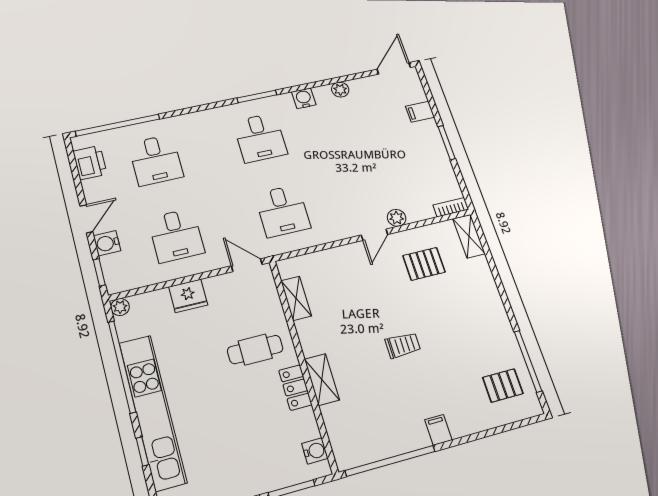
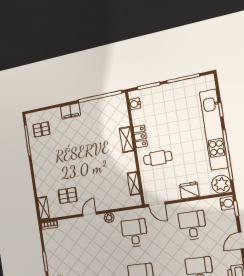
plant: (397, 218) -> (109, 218), moved
water cooler: (107, 243) -> (227, 203), moved
plant: (120, 307) -> (221, 184), width x1.87, depth x1.87
trolley: (403, 345) -> (85, 154), removed
filing cabinet: (438, 430) -> (70, 111), width x2.00

